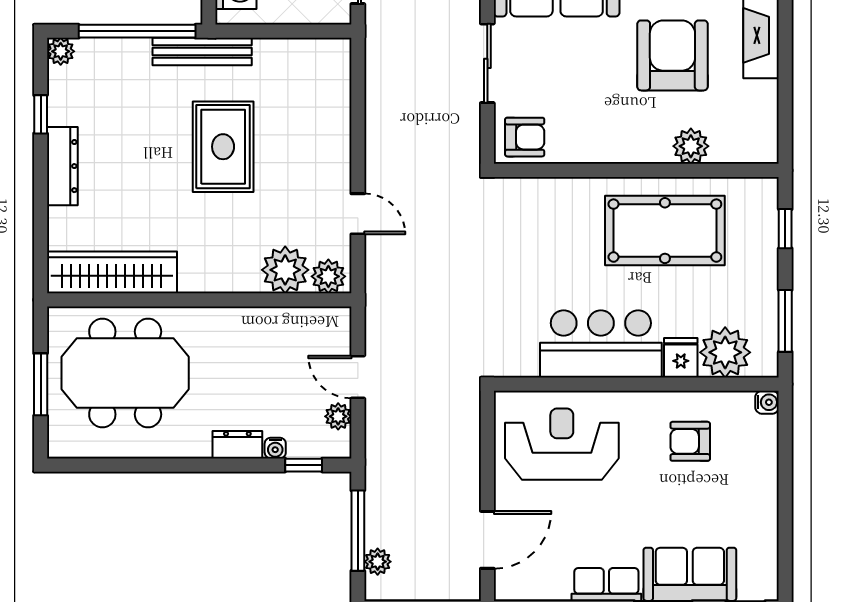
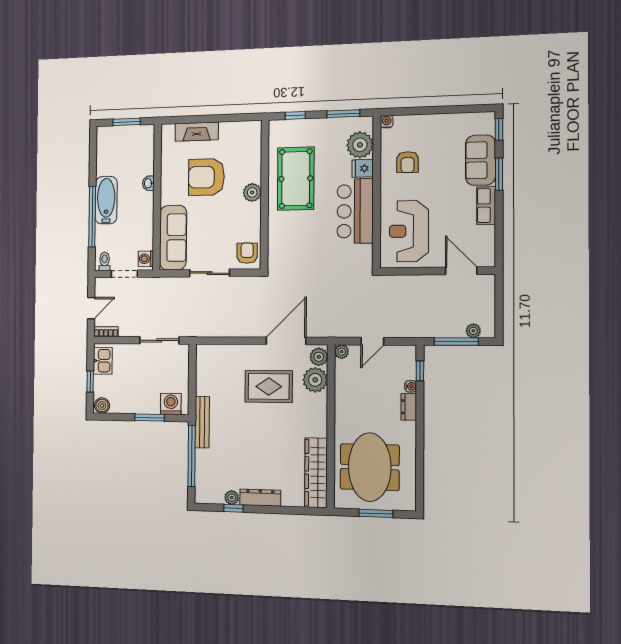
plant: (61, 51) -> (232, 498), moved
plant: (691, 146) -> (252, 192), moved
rug: (223, 147) -> (269, 387), moved
door: (358, 214) -> (286, 341), width x1.87
plant: (338, 416) -> (342, 352), moved

